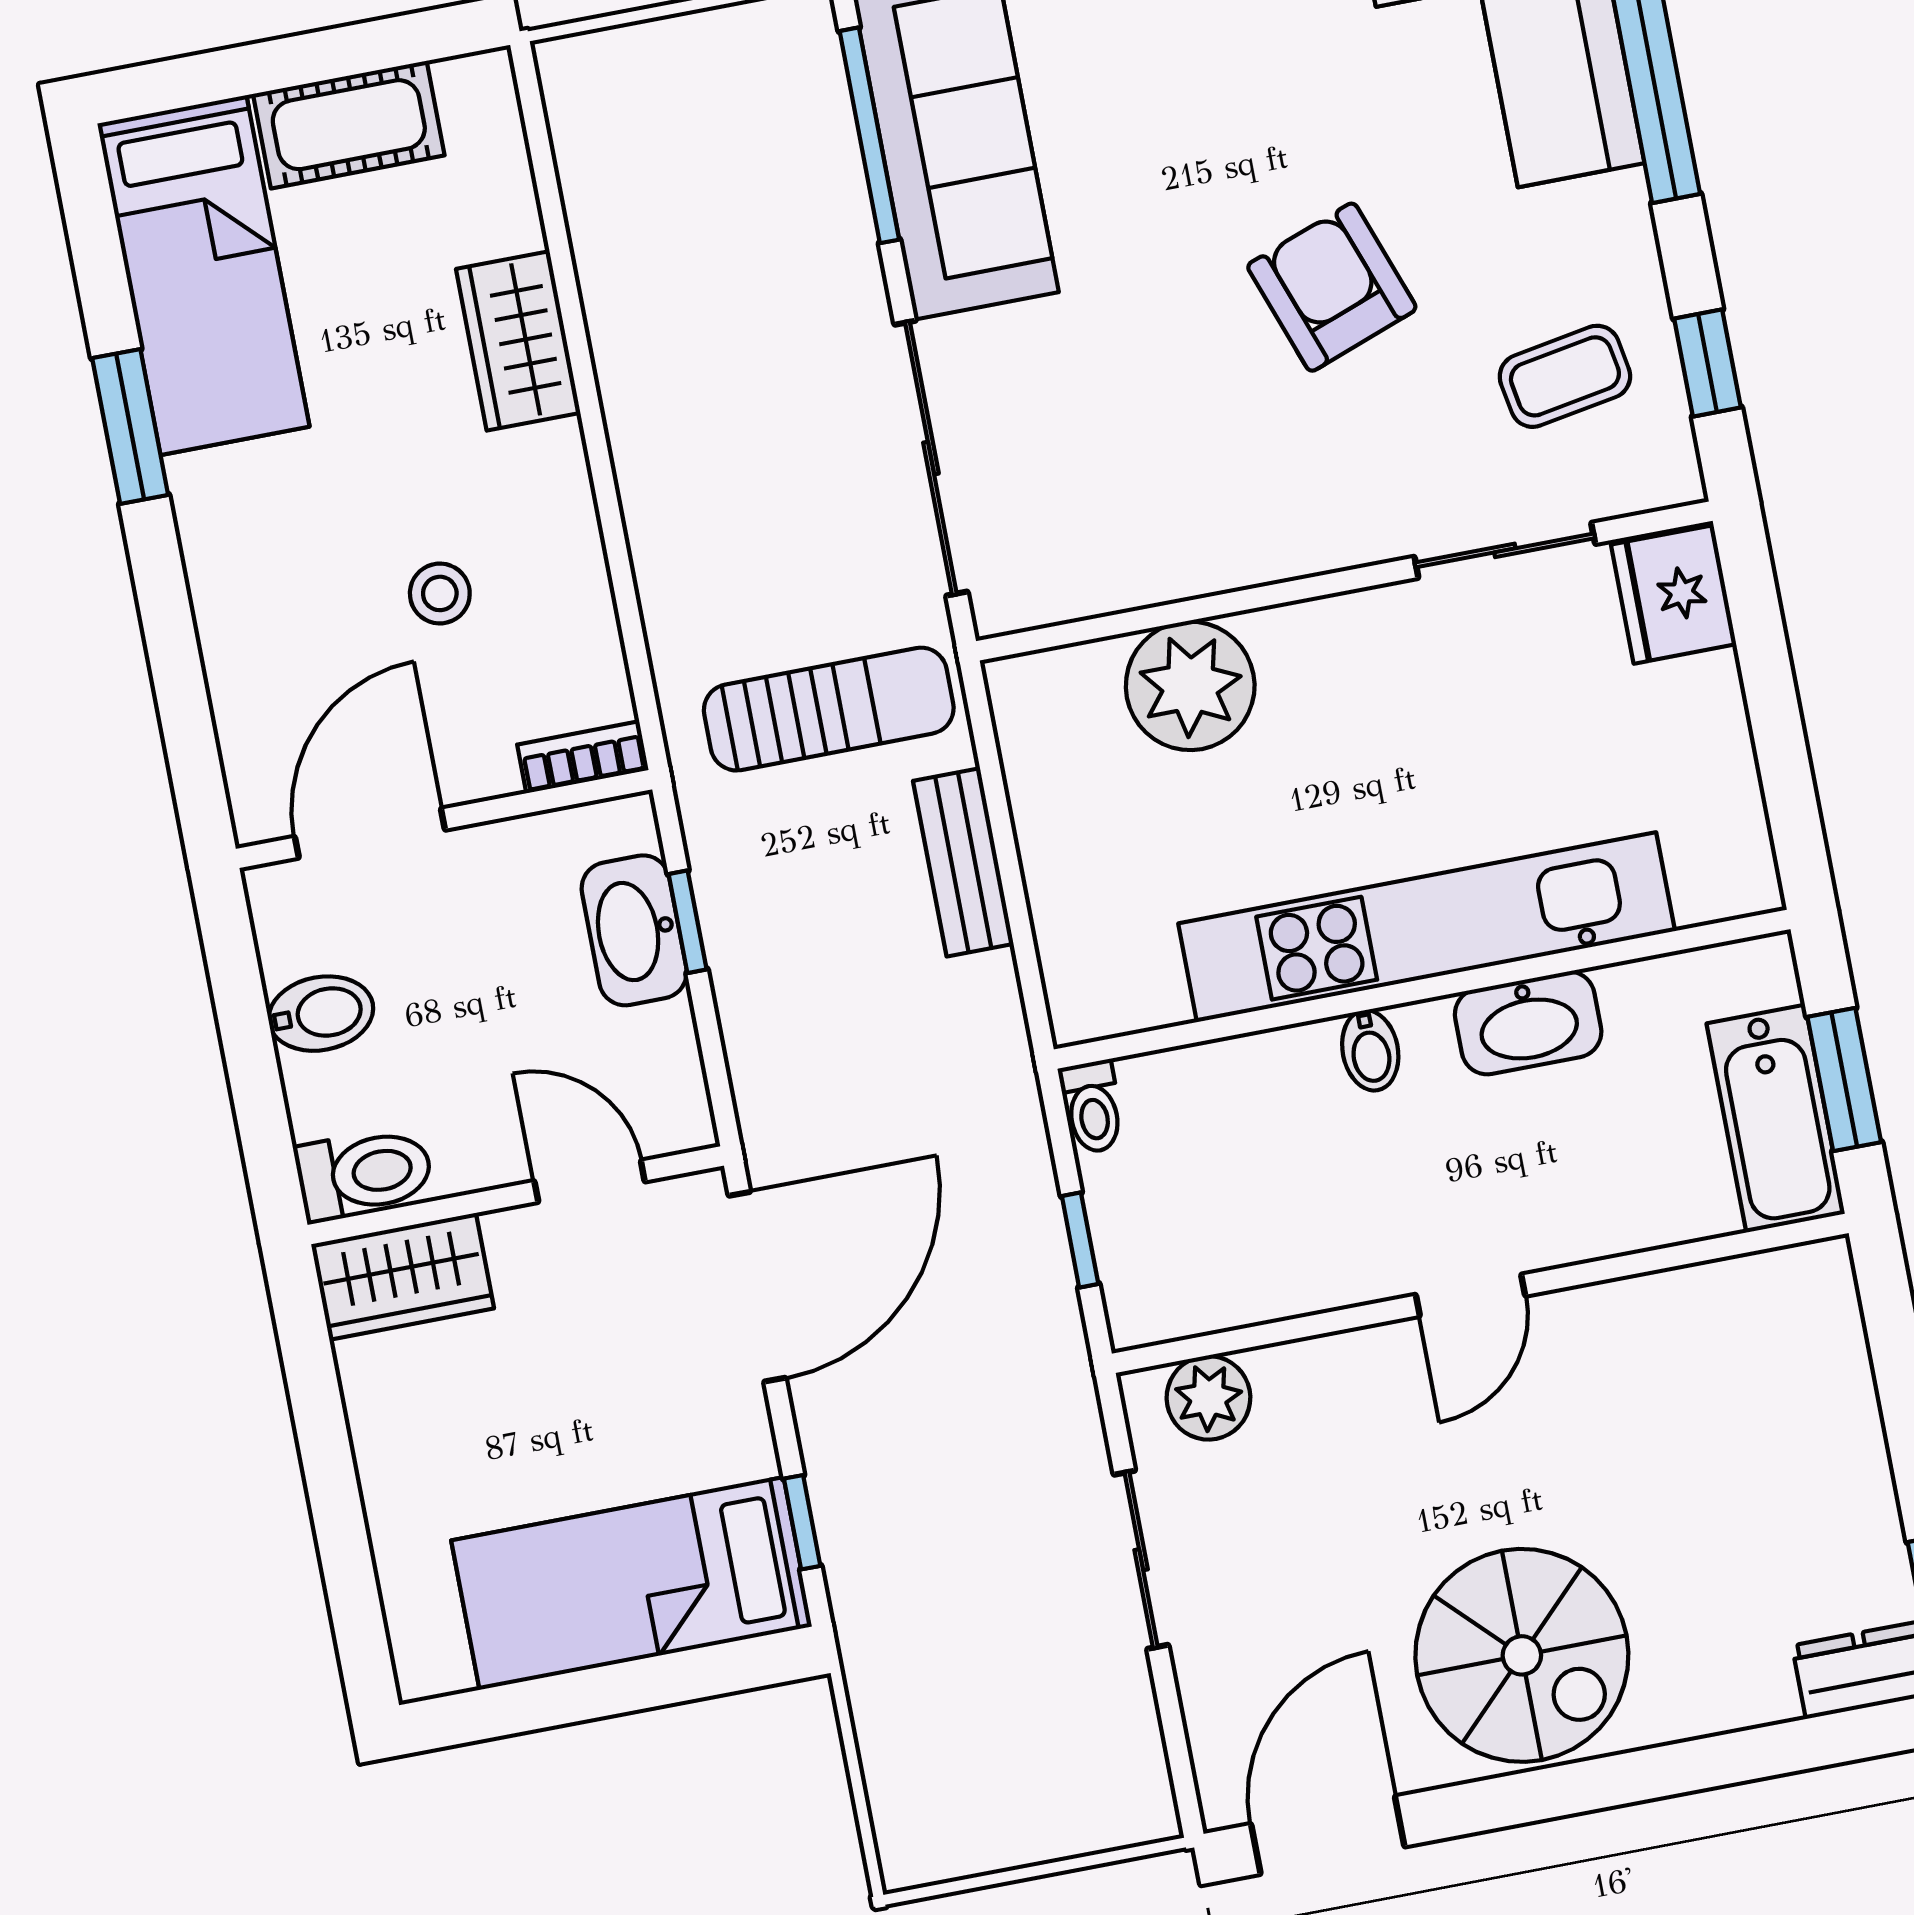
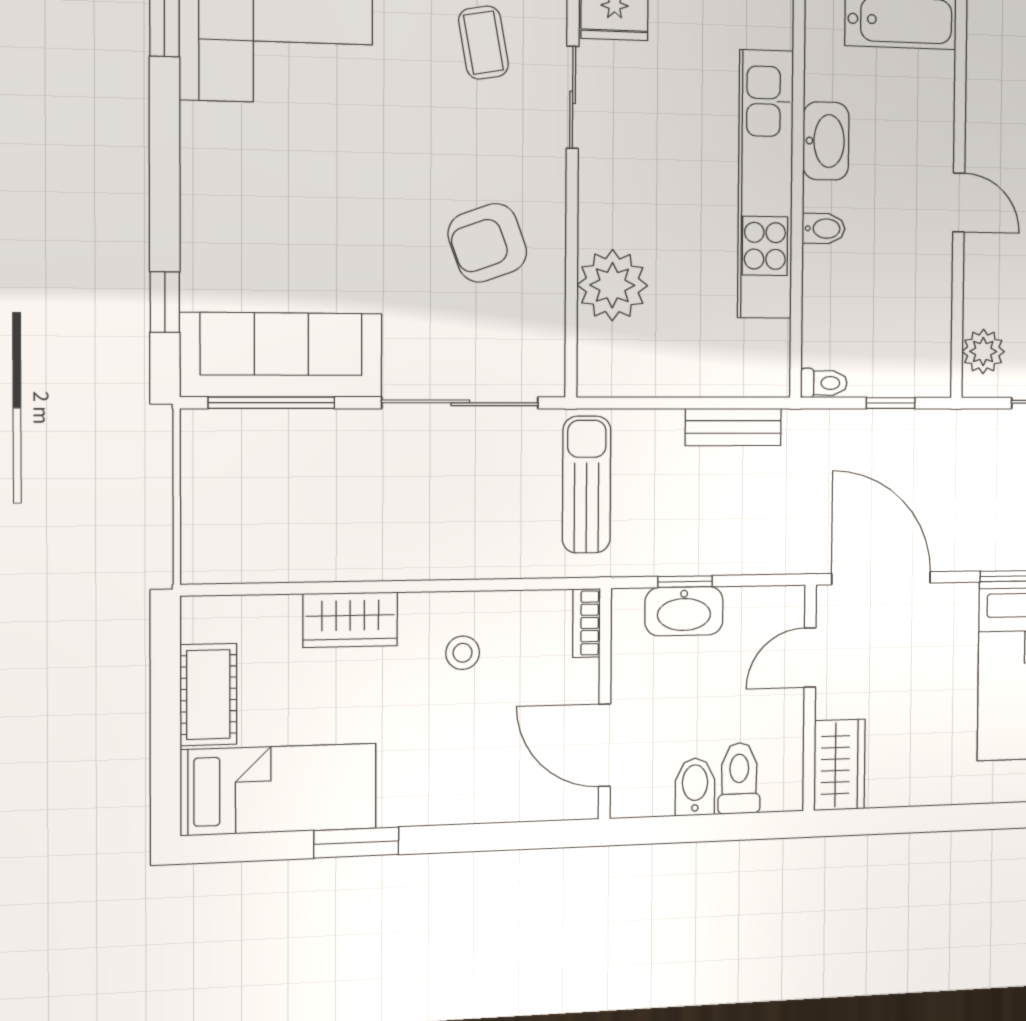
armchair: (1332, 287) -> (487, 243), moved
stool: (440, 593) -> (463, 653), moved
bench: (963, 862) -> (733, 427), moved
toilet: (364, 1174) -> (739, 778), moved

